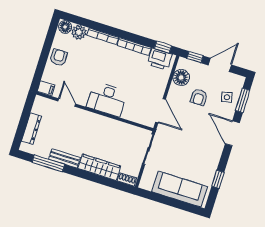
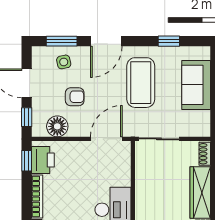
coffee table: (194, 149) -> (141, 83), added
sofa: (179, 189) -> (196, 85), width x0.73

